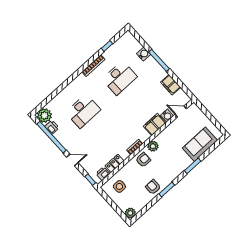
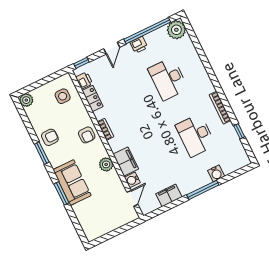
printer: (52, 127) -> (139, 45), moved
sofa: (200, 144) -> (72, 183), moved
plant: (153, 146) -> (106, 164), moved

